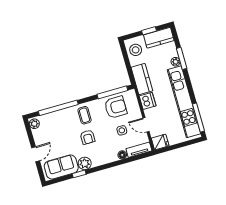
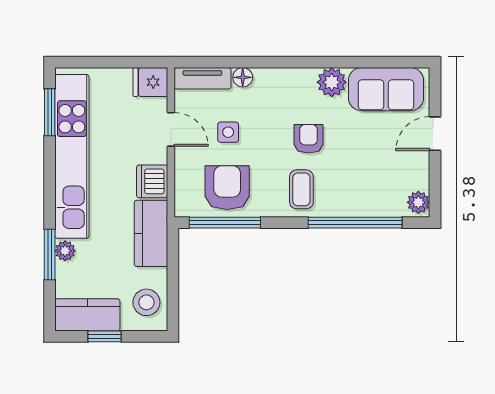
armchair: (116, 107) -> (227, 188), turned 90
window: (198, 117) -> (50, 112), width x0.69
window: (79, 174) -> (350, 62), removed

